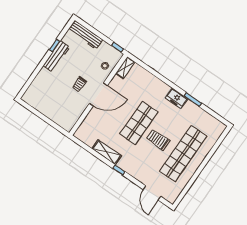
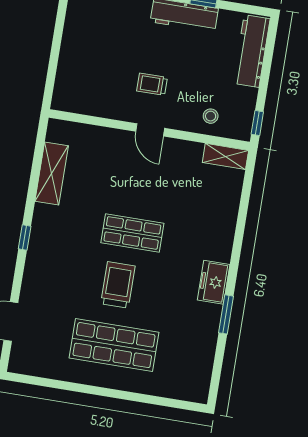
door: (98, 94) -> (150, 130), width x0.53
shop shelf: (139, 123) -> (132, 233), width x0.70, depth x0.74
shelving: (107, 152) -> (52, 174), moved
shop shelf: (183, 154) -> (114, 345), width x0.71

